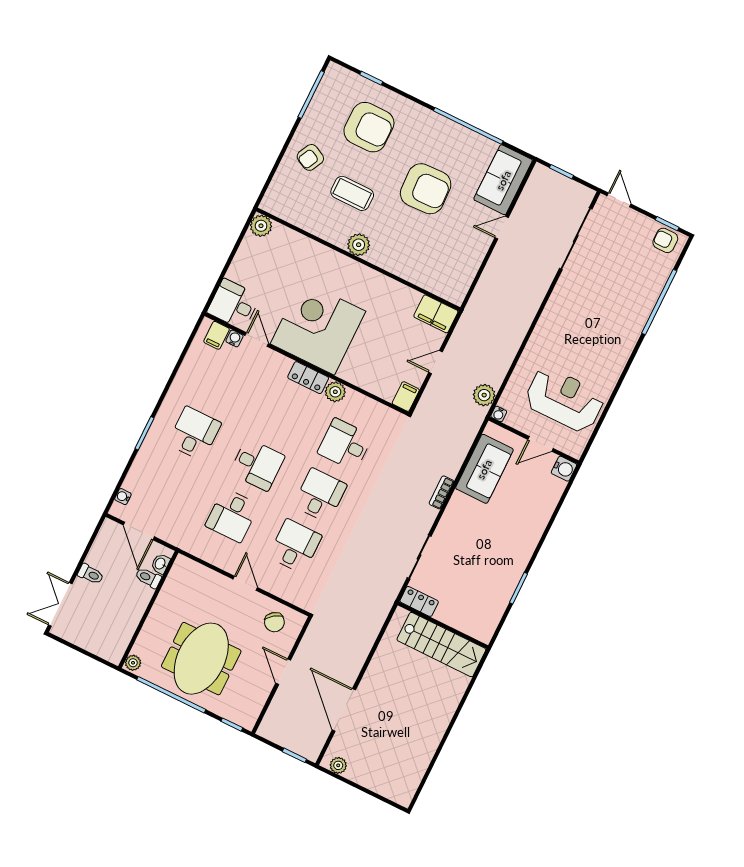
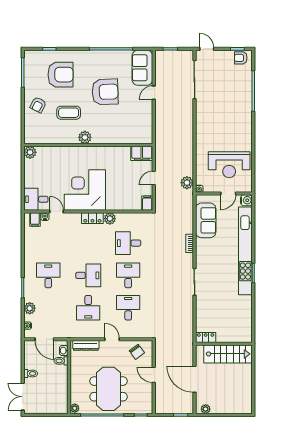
reception desk: (564, 399) -> (229, 165), turned 180
plant: (140, 471) -> (30, 308), added
kitchen unit: (523, 547) -> (245, 251), added
dresser: (199, 573) -> (86, 345), added
locker: (419, 601) -> (206, 337), moved
wall: (443, 625) -> (224, 344), moved
stairs: (441, 645) -> (228, 354), moved

